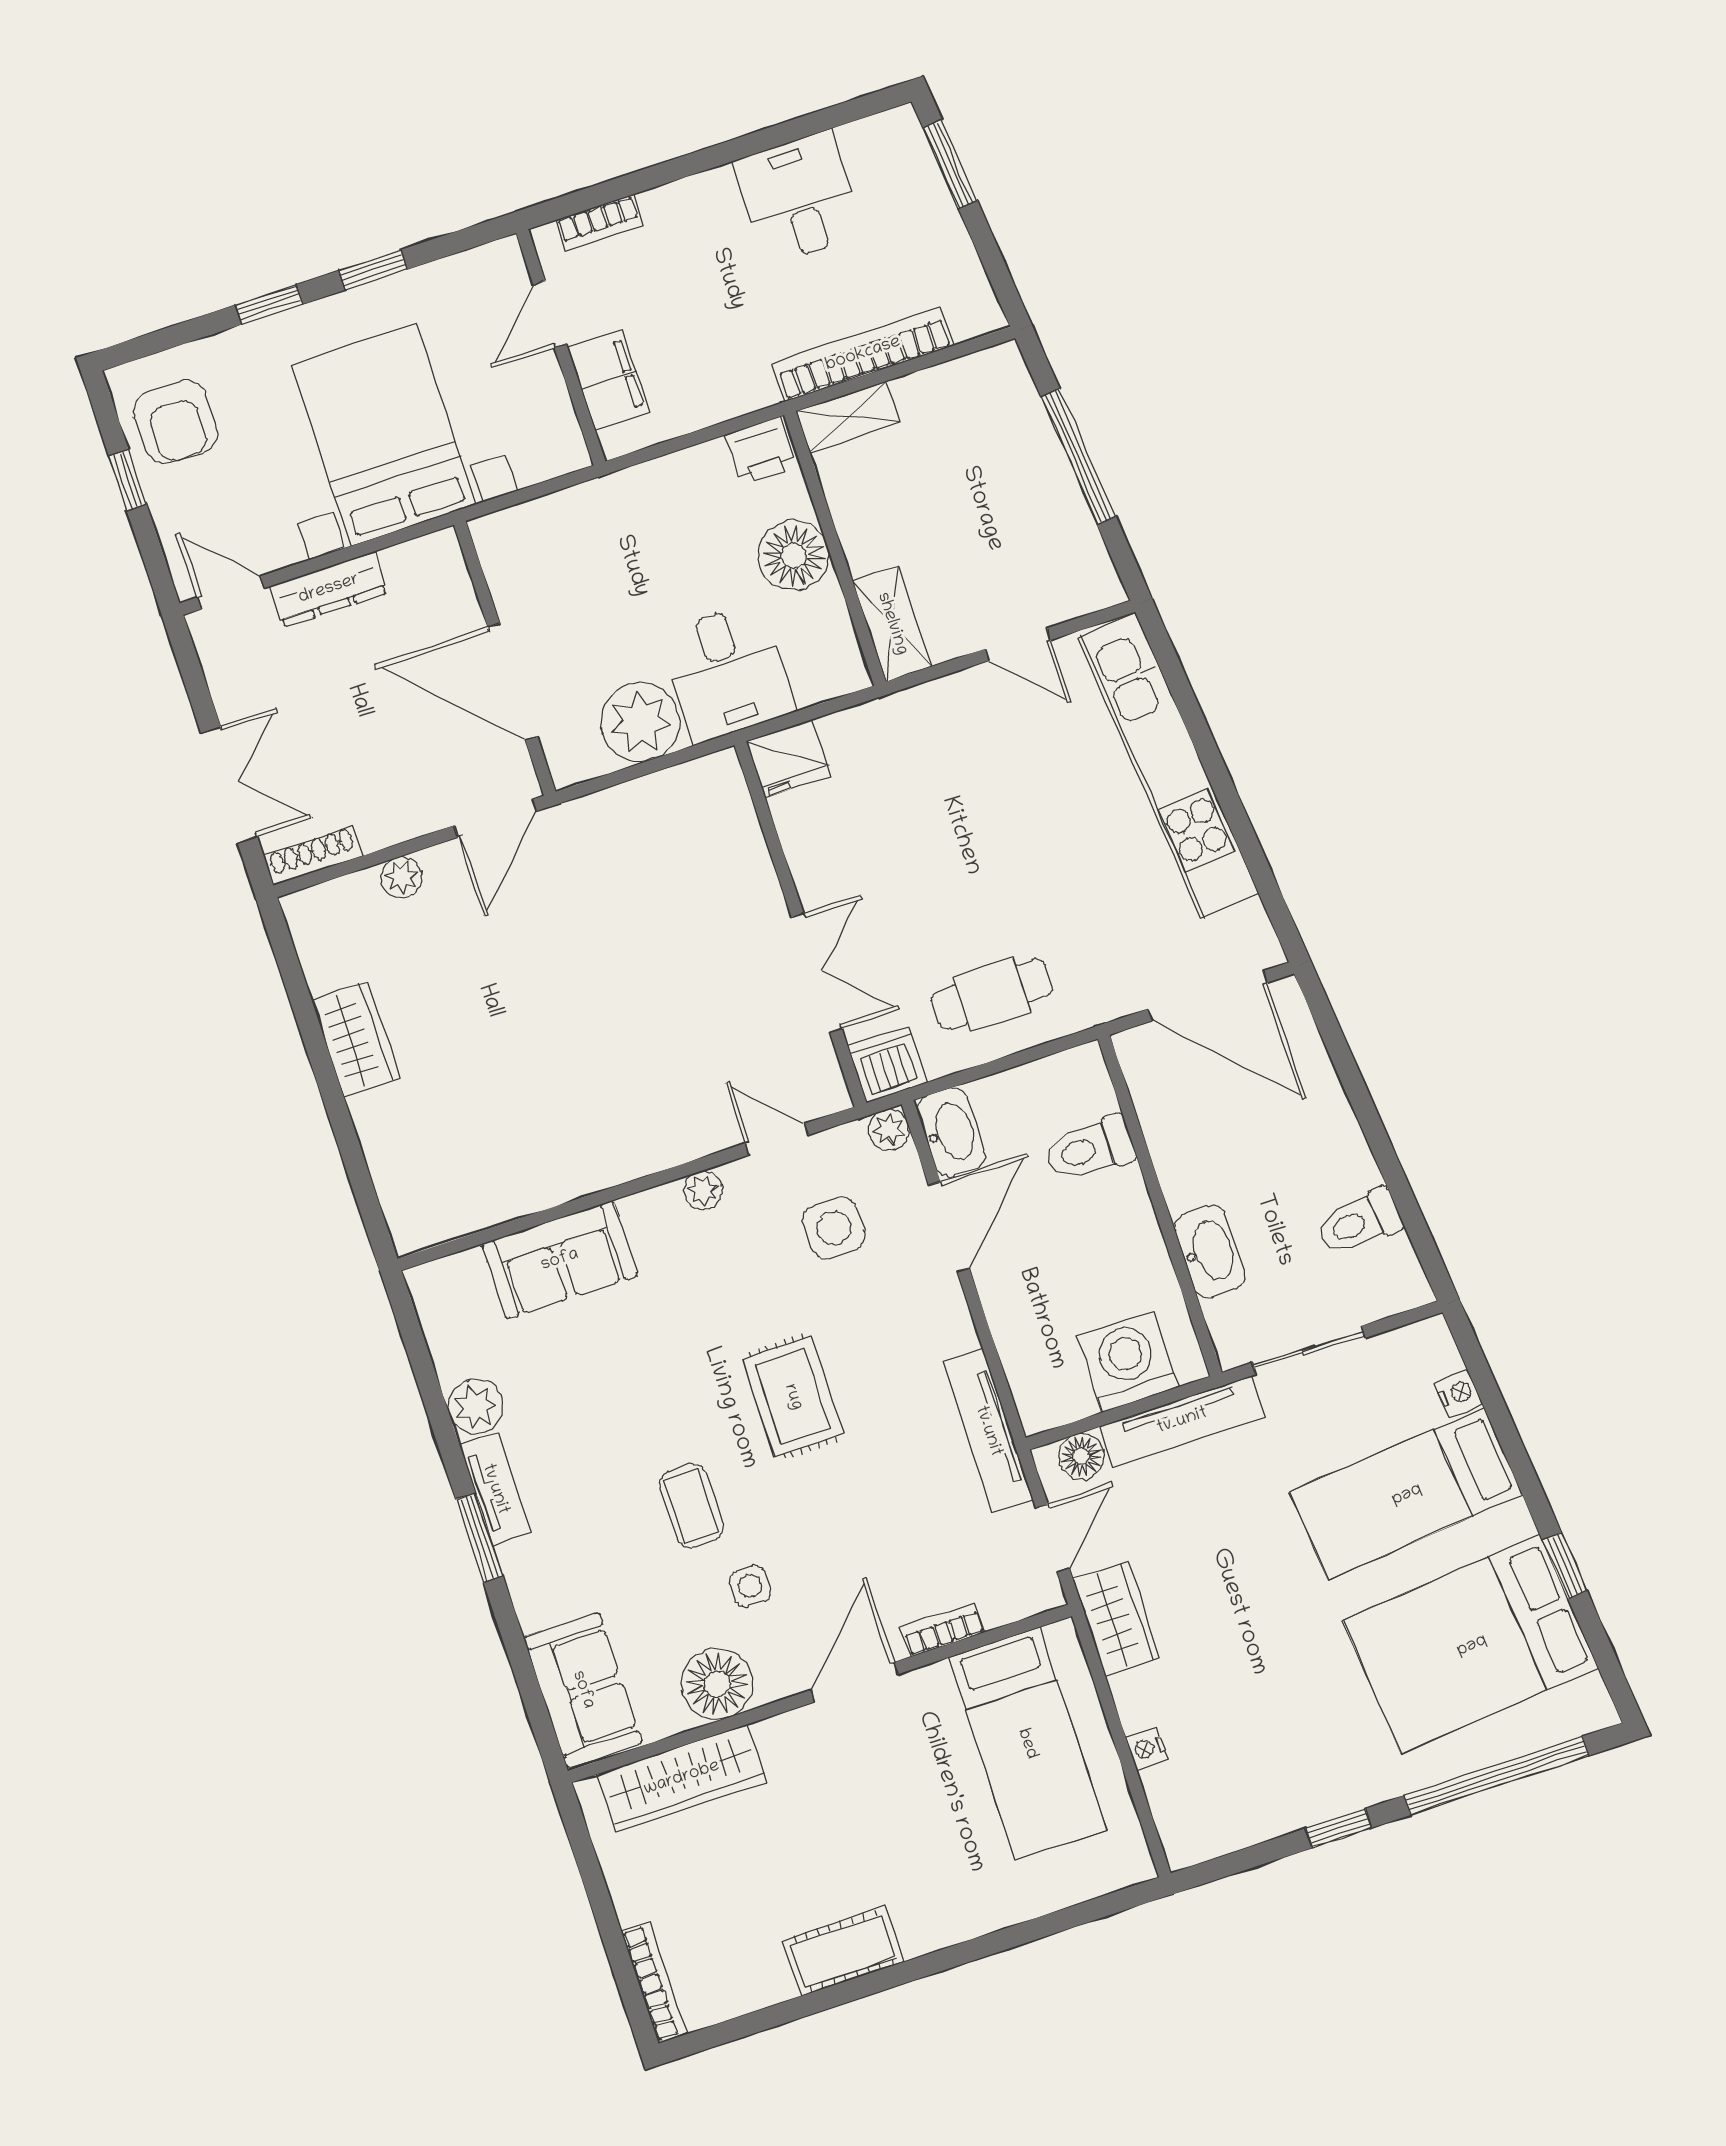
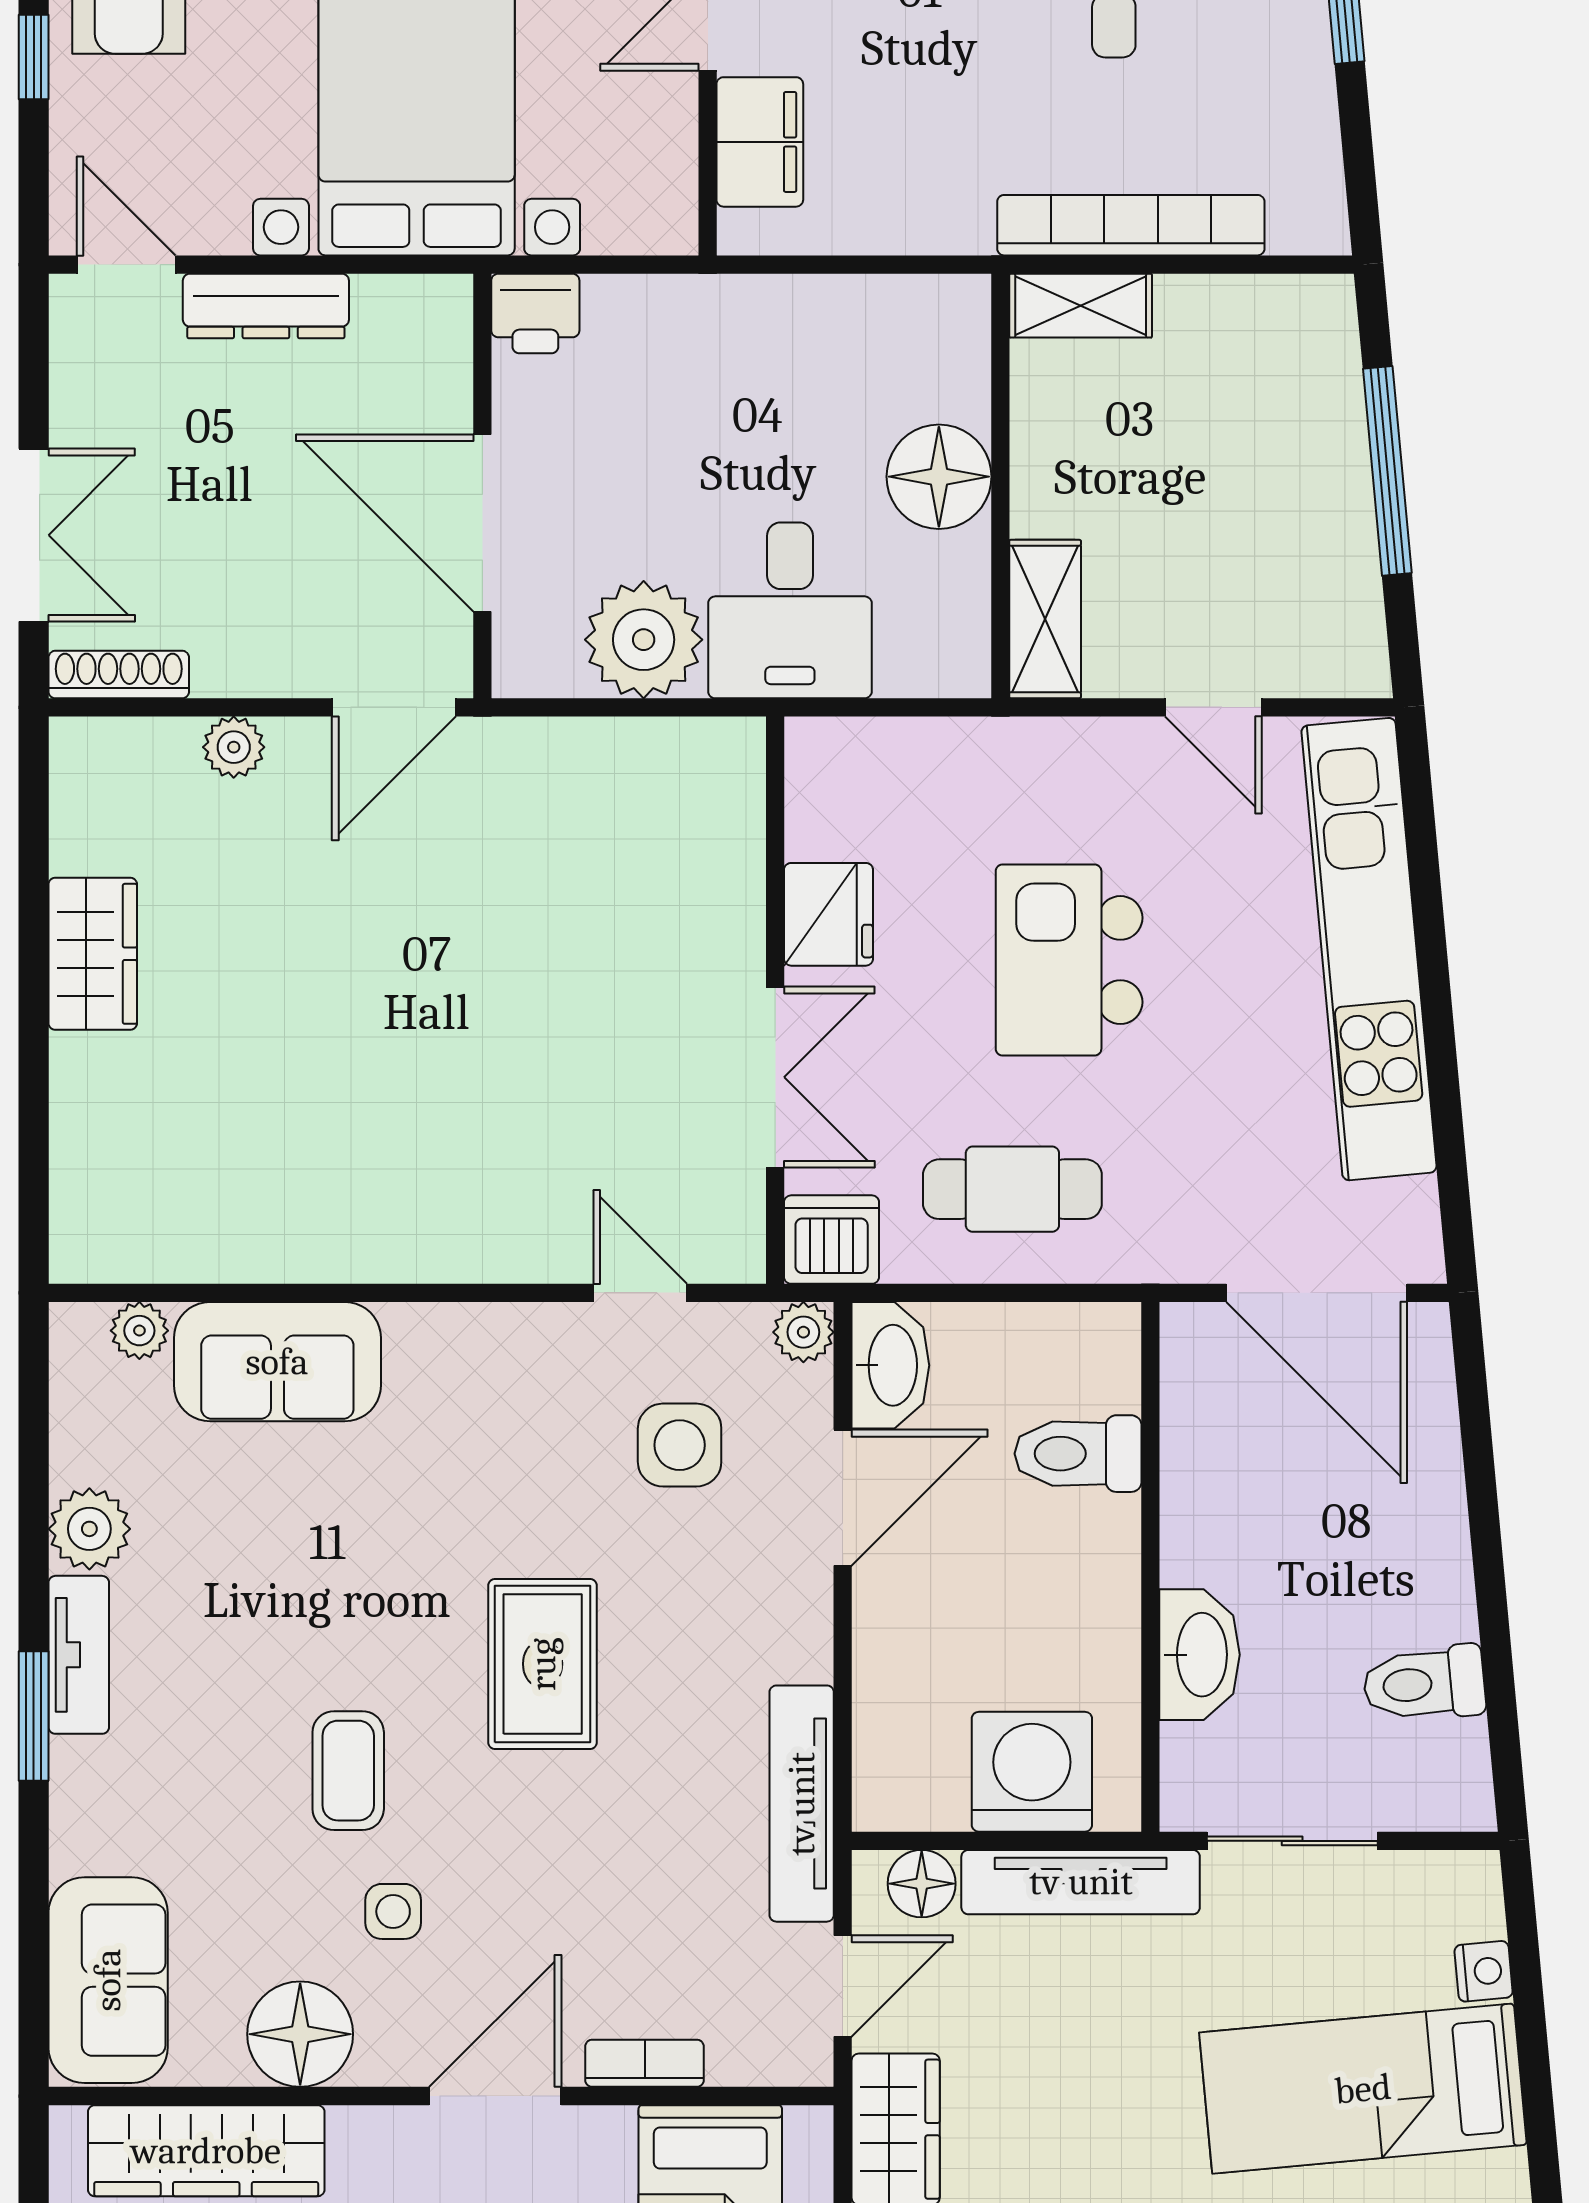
printer: (761, 451) -> (535, 314), moved
fridge: (788, 759) -> (828, 914), moved, turned -90
kitchen island: (979, 836) -> (1069, 960), added
plant: (703, 1190) -> (139, 1331), moved

